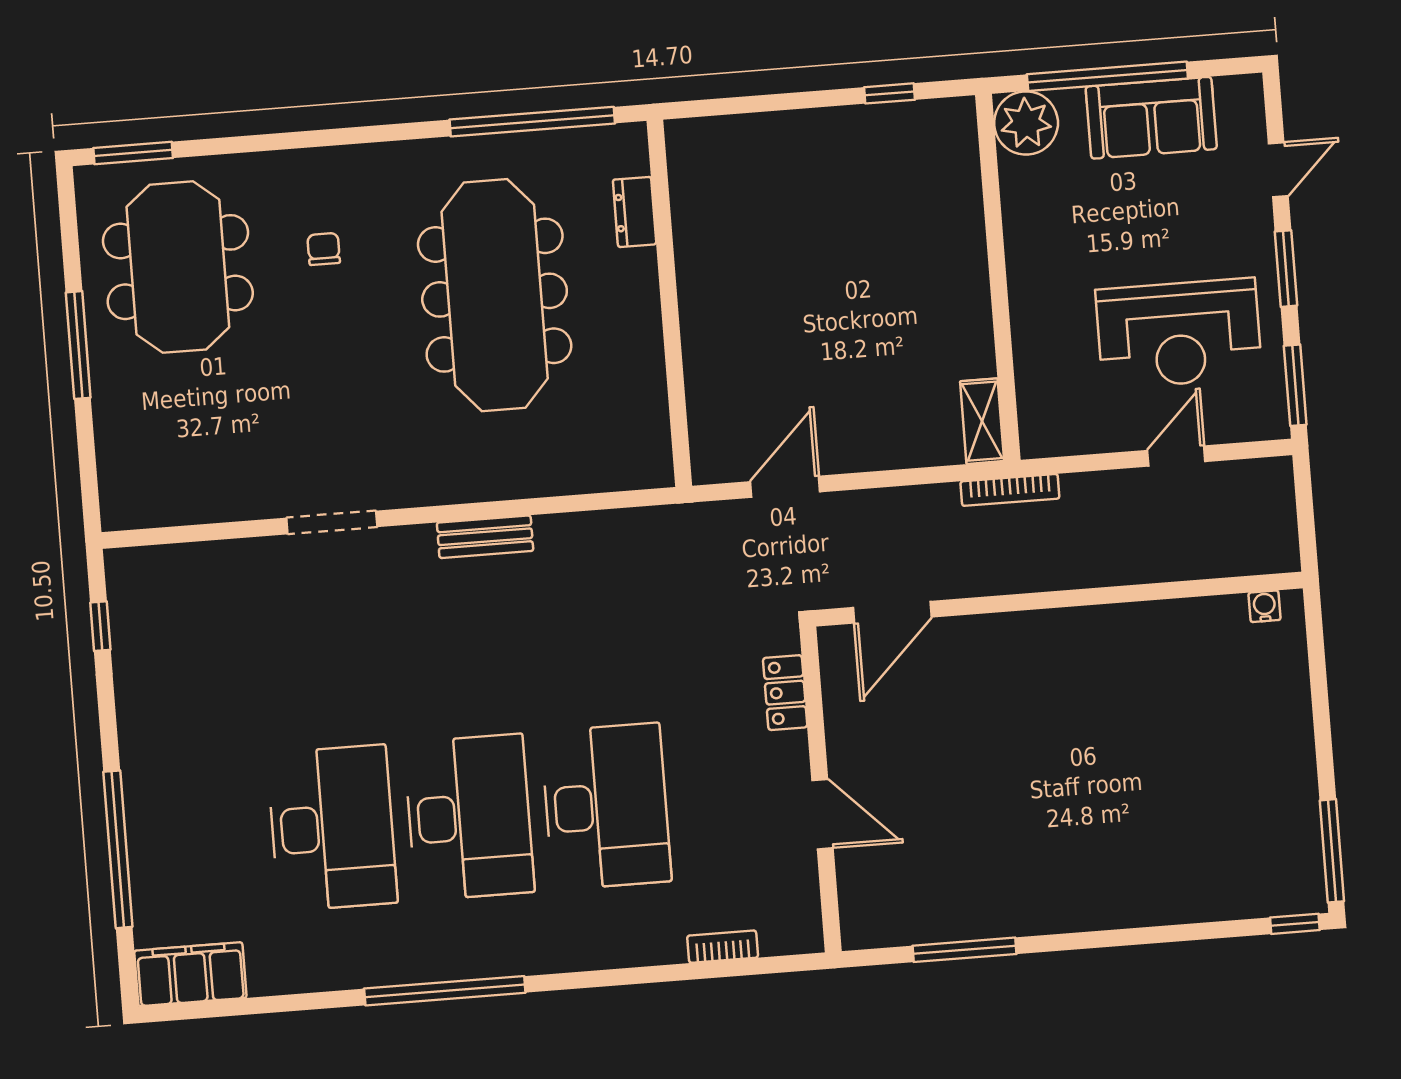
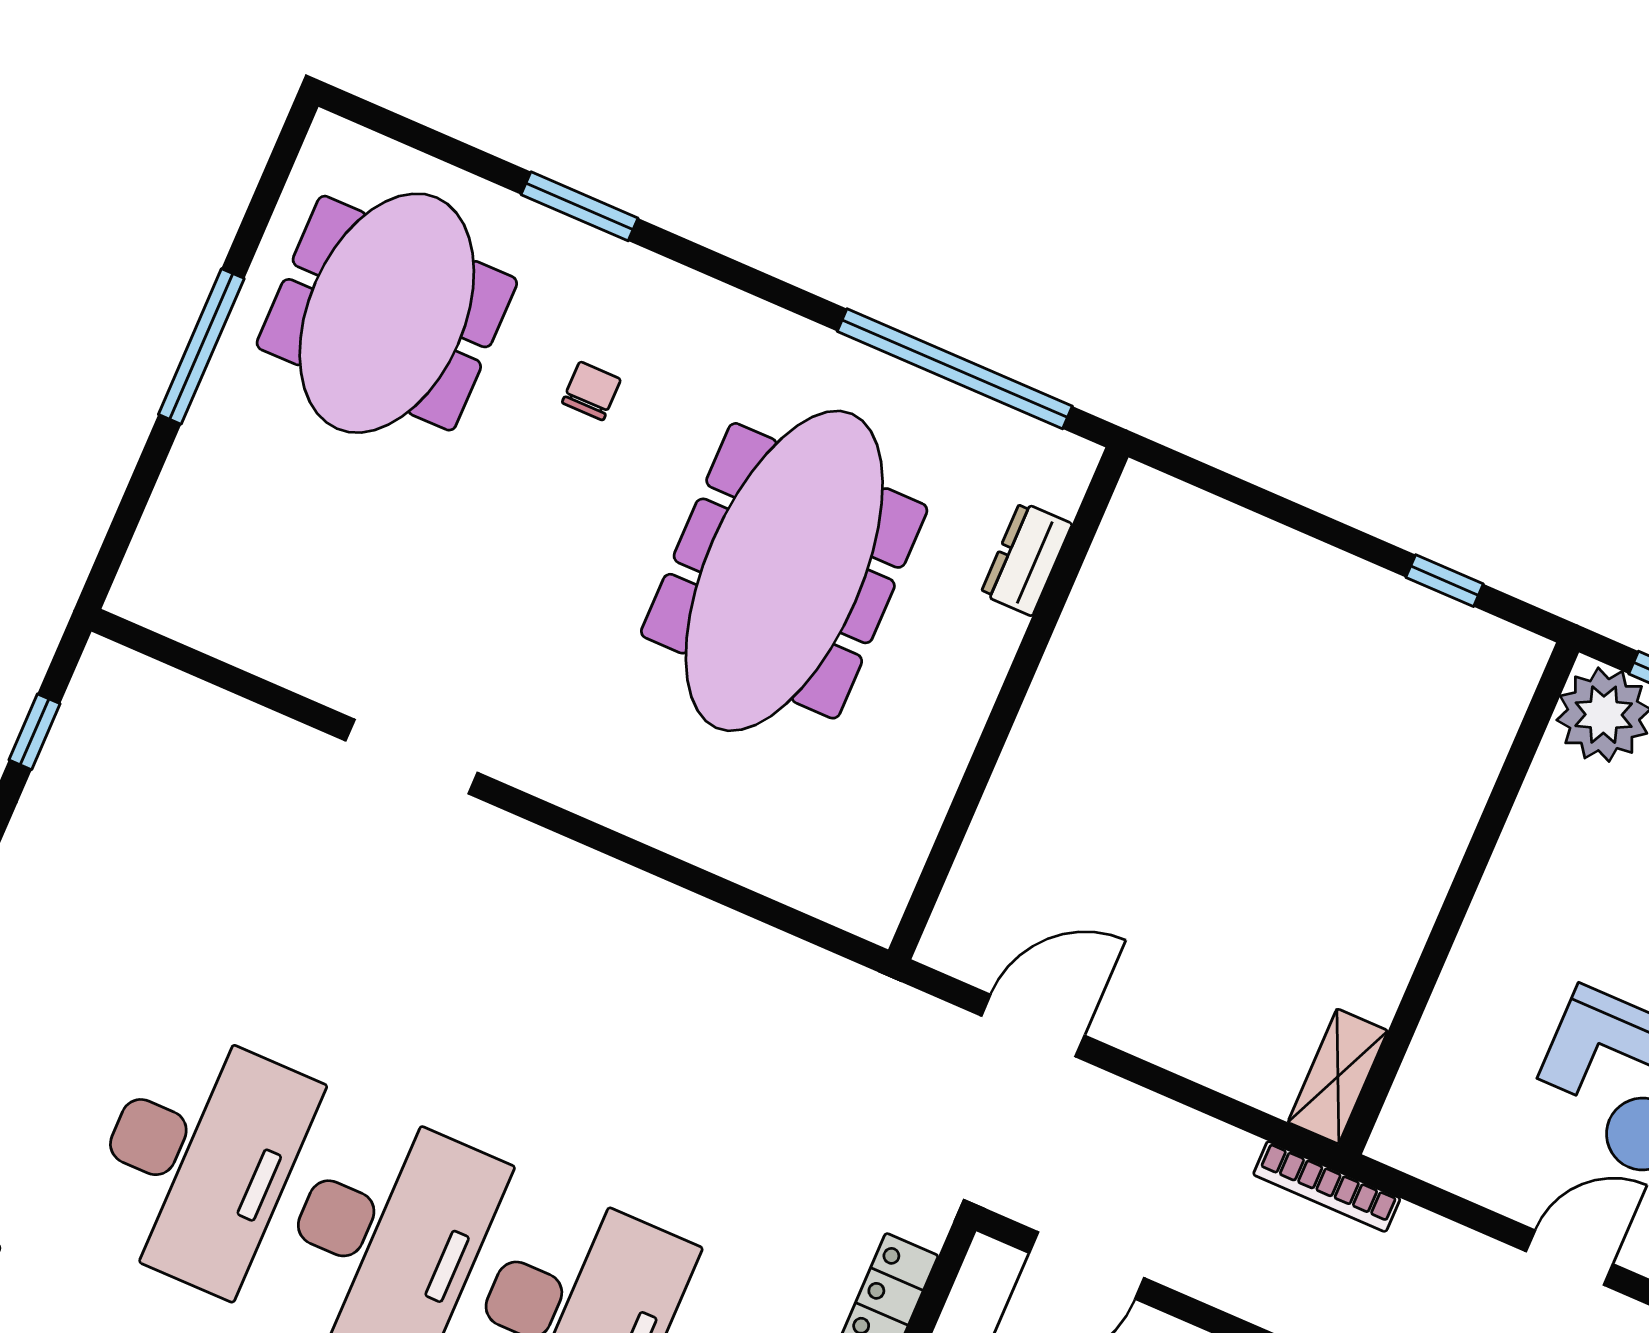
window: (133, 153) -> (580, 206), moved
bench: (485, 537) -> (603, 882), removed

